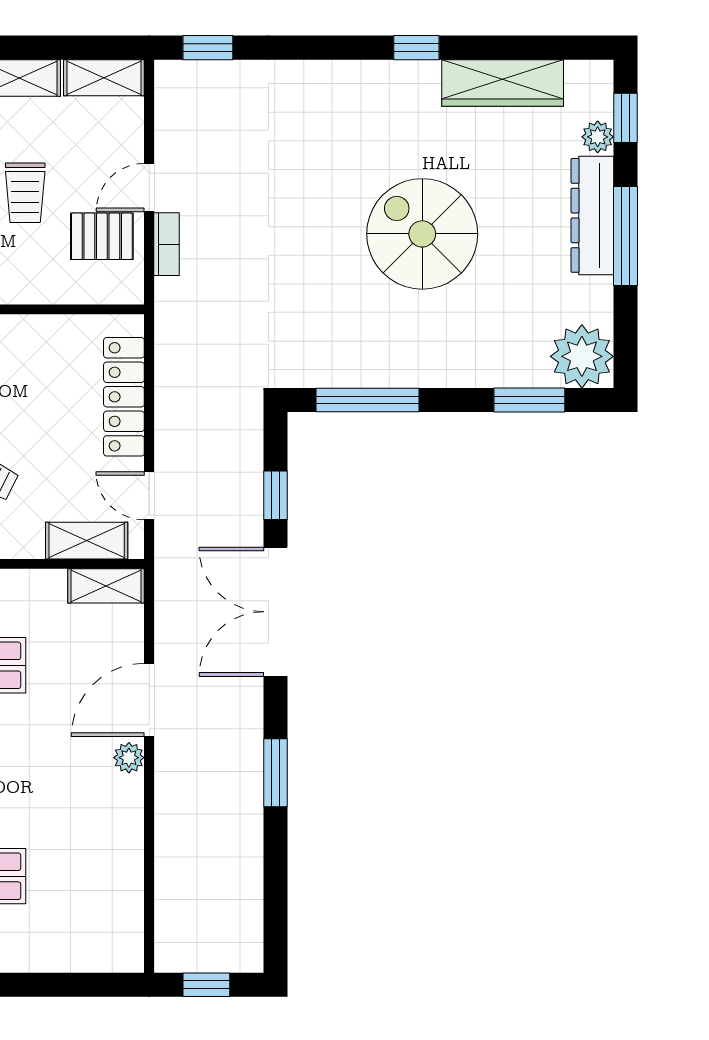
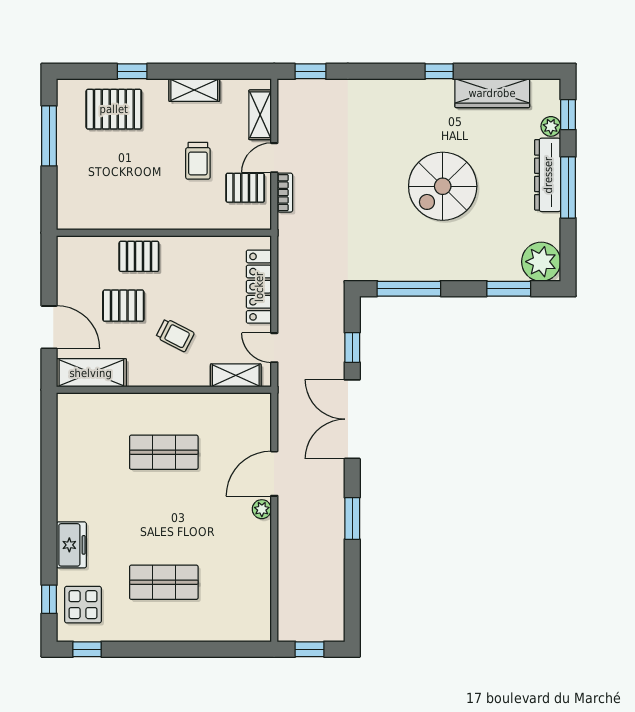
shelving: (104, 78) -> (260, 115), moved, turned 90
spiral stairs: (422, 234) -> (443, 186), turned -90
shelving: (106, 586) -> (248, 403), removed

